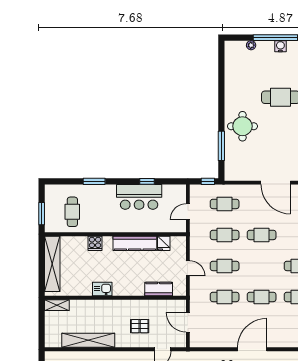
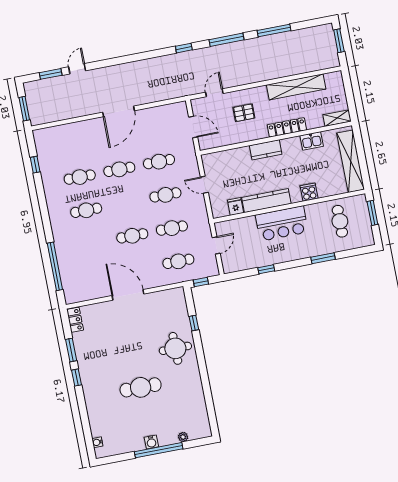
window: (221, 146) -> (194, 323), width x0.46
bar counter: (139, 197) -> (282, 223), moved, turned 180
kitchen sink: (102, 289) -> (312, 141), moved
kitchen counter: (159, 289) -> (266, 150), moved
locker: (104, 305) -> (287, 127), added

